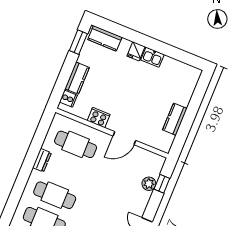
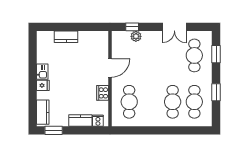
kitchen counter: (175, 119) -> (66, 37), moved
door: (124, 138) -> (110, 68), hinge flipped
dresser: (42, 160) -> (151, 122), removed

